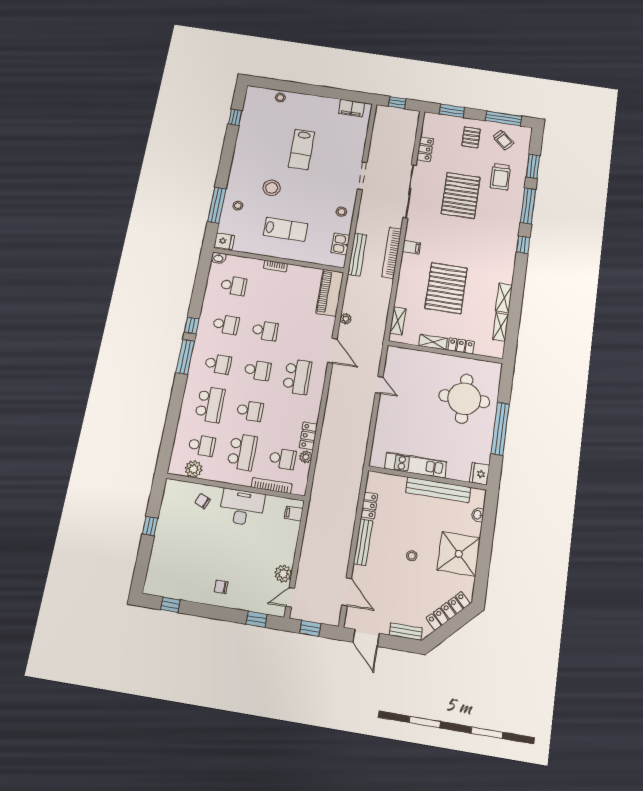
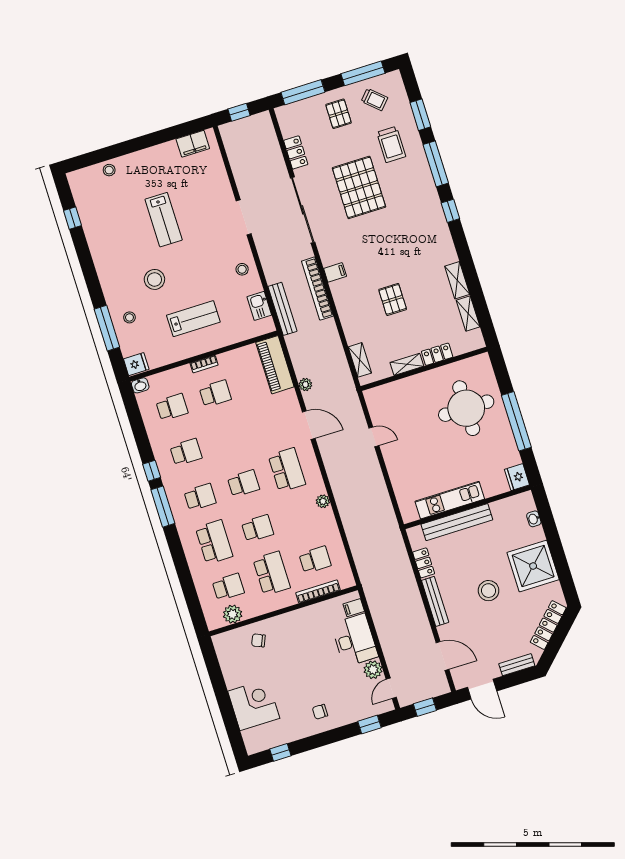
window: (452, 111) -> (303, 92), width x1.44
pallet: (446, 288) -> (393, 299), width x0.49, depth x0.50
school desk: (265, 331) -> (215, 394), moved
locker: (308, 436) -> (329, 524), removed
plant: (306, 457) -> (323, 501), moved
bench: (438, 490) -> (457, 522), moved
desk: (242, 507) -> (355, 640), moved, turned 90
window: (150, 526) -> (220, 690), removed
corner desk: (170, 553) -> (254, 705), added
stool: (412, 556) -> (489, 591), width x1.89, depth x1.89

